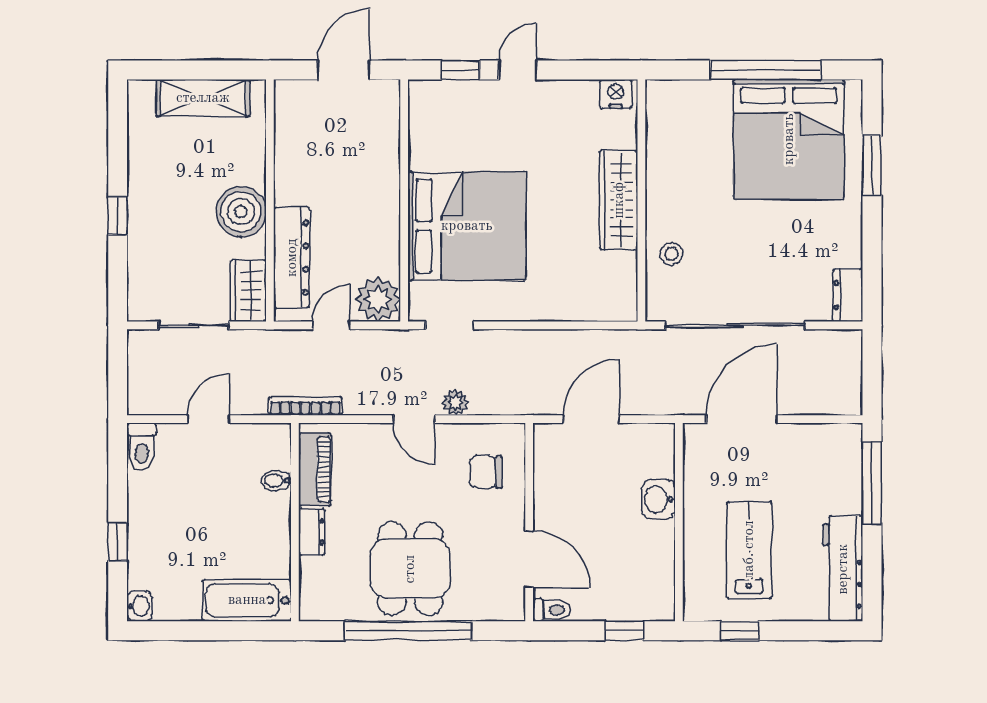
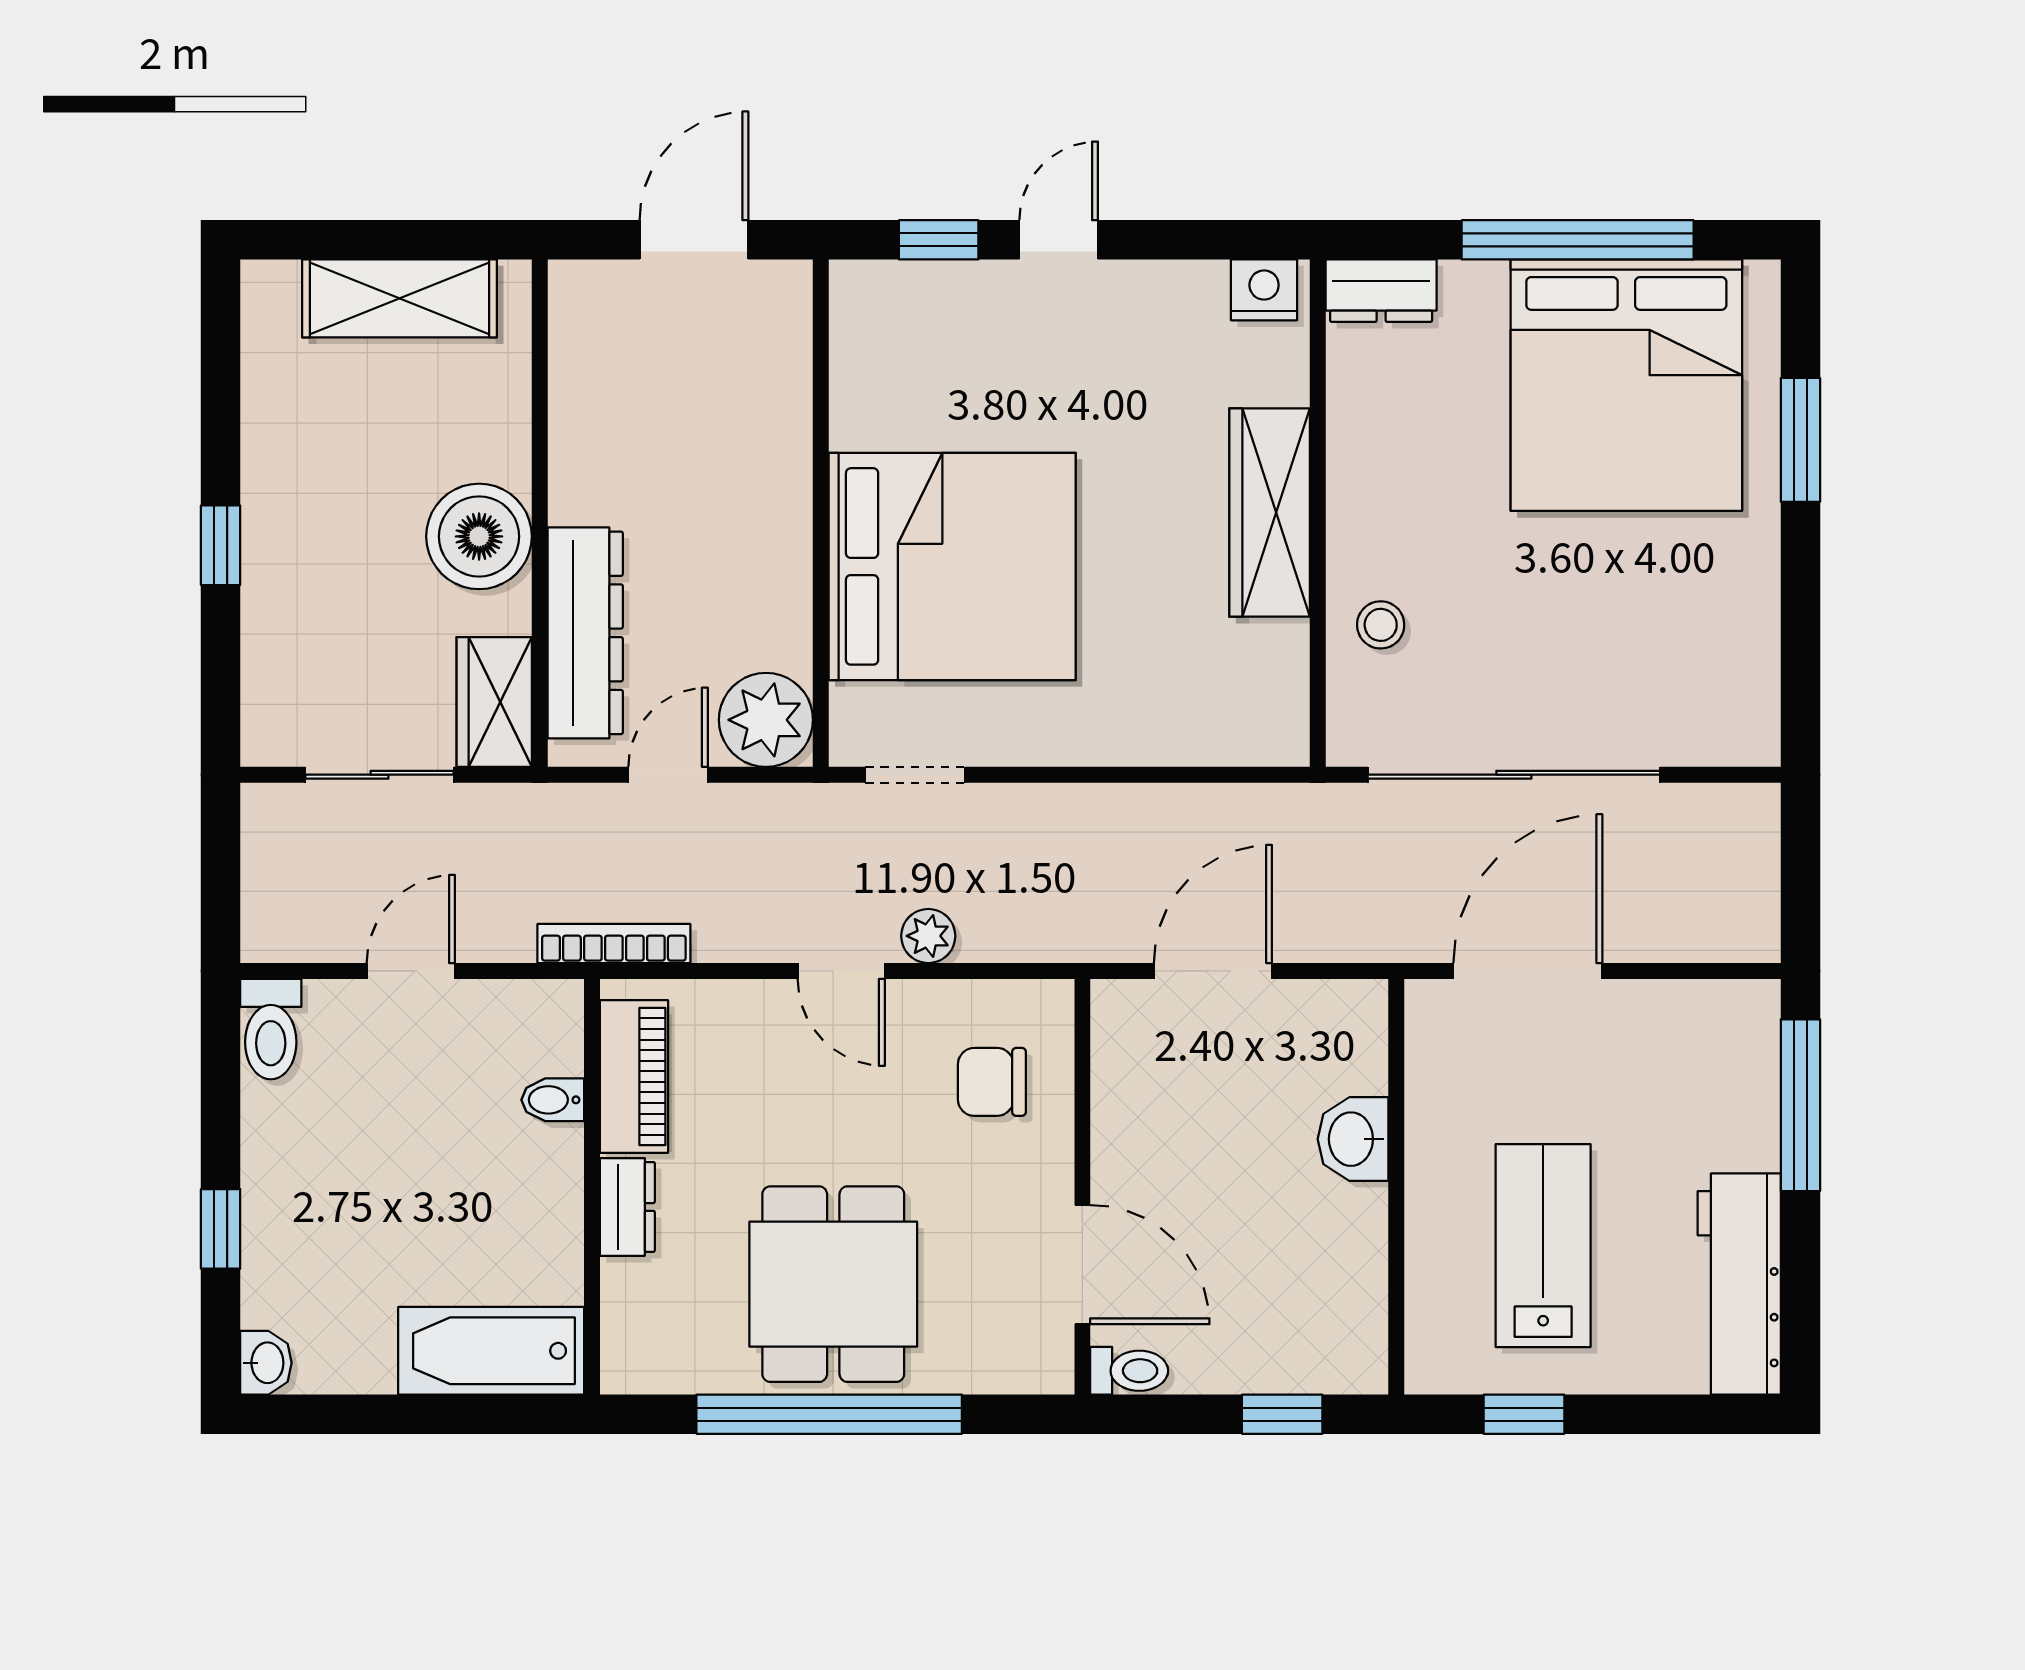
dresser: (848, 295) -> (1381, 291), moved, turned -90

